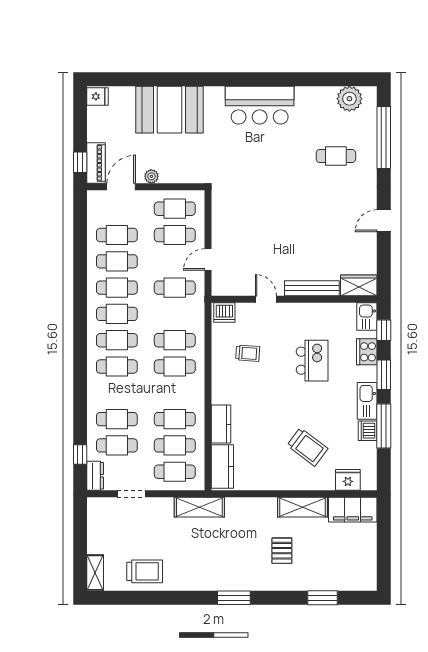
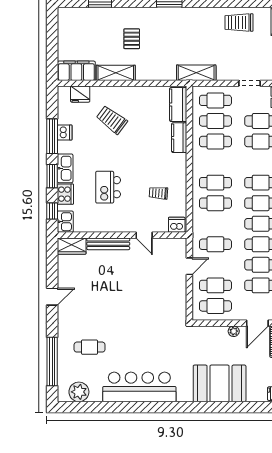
bar counter: (260, 105) -> (139, 387), width x1.36
kitchen sink: (367, 401) -> (65, 168), moved

